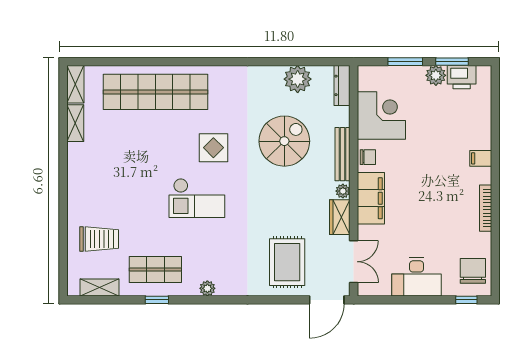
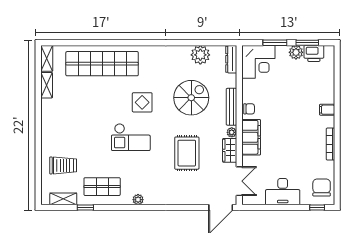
corner desk: (381, 116) -> (258, 62), moved, turned 90
rug: (287, 262) -> (187, 153), moved
window: (157, 300) -> (85, 208), moved

